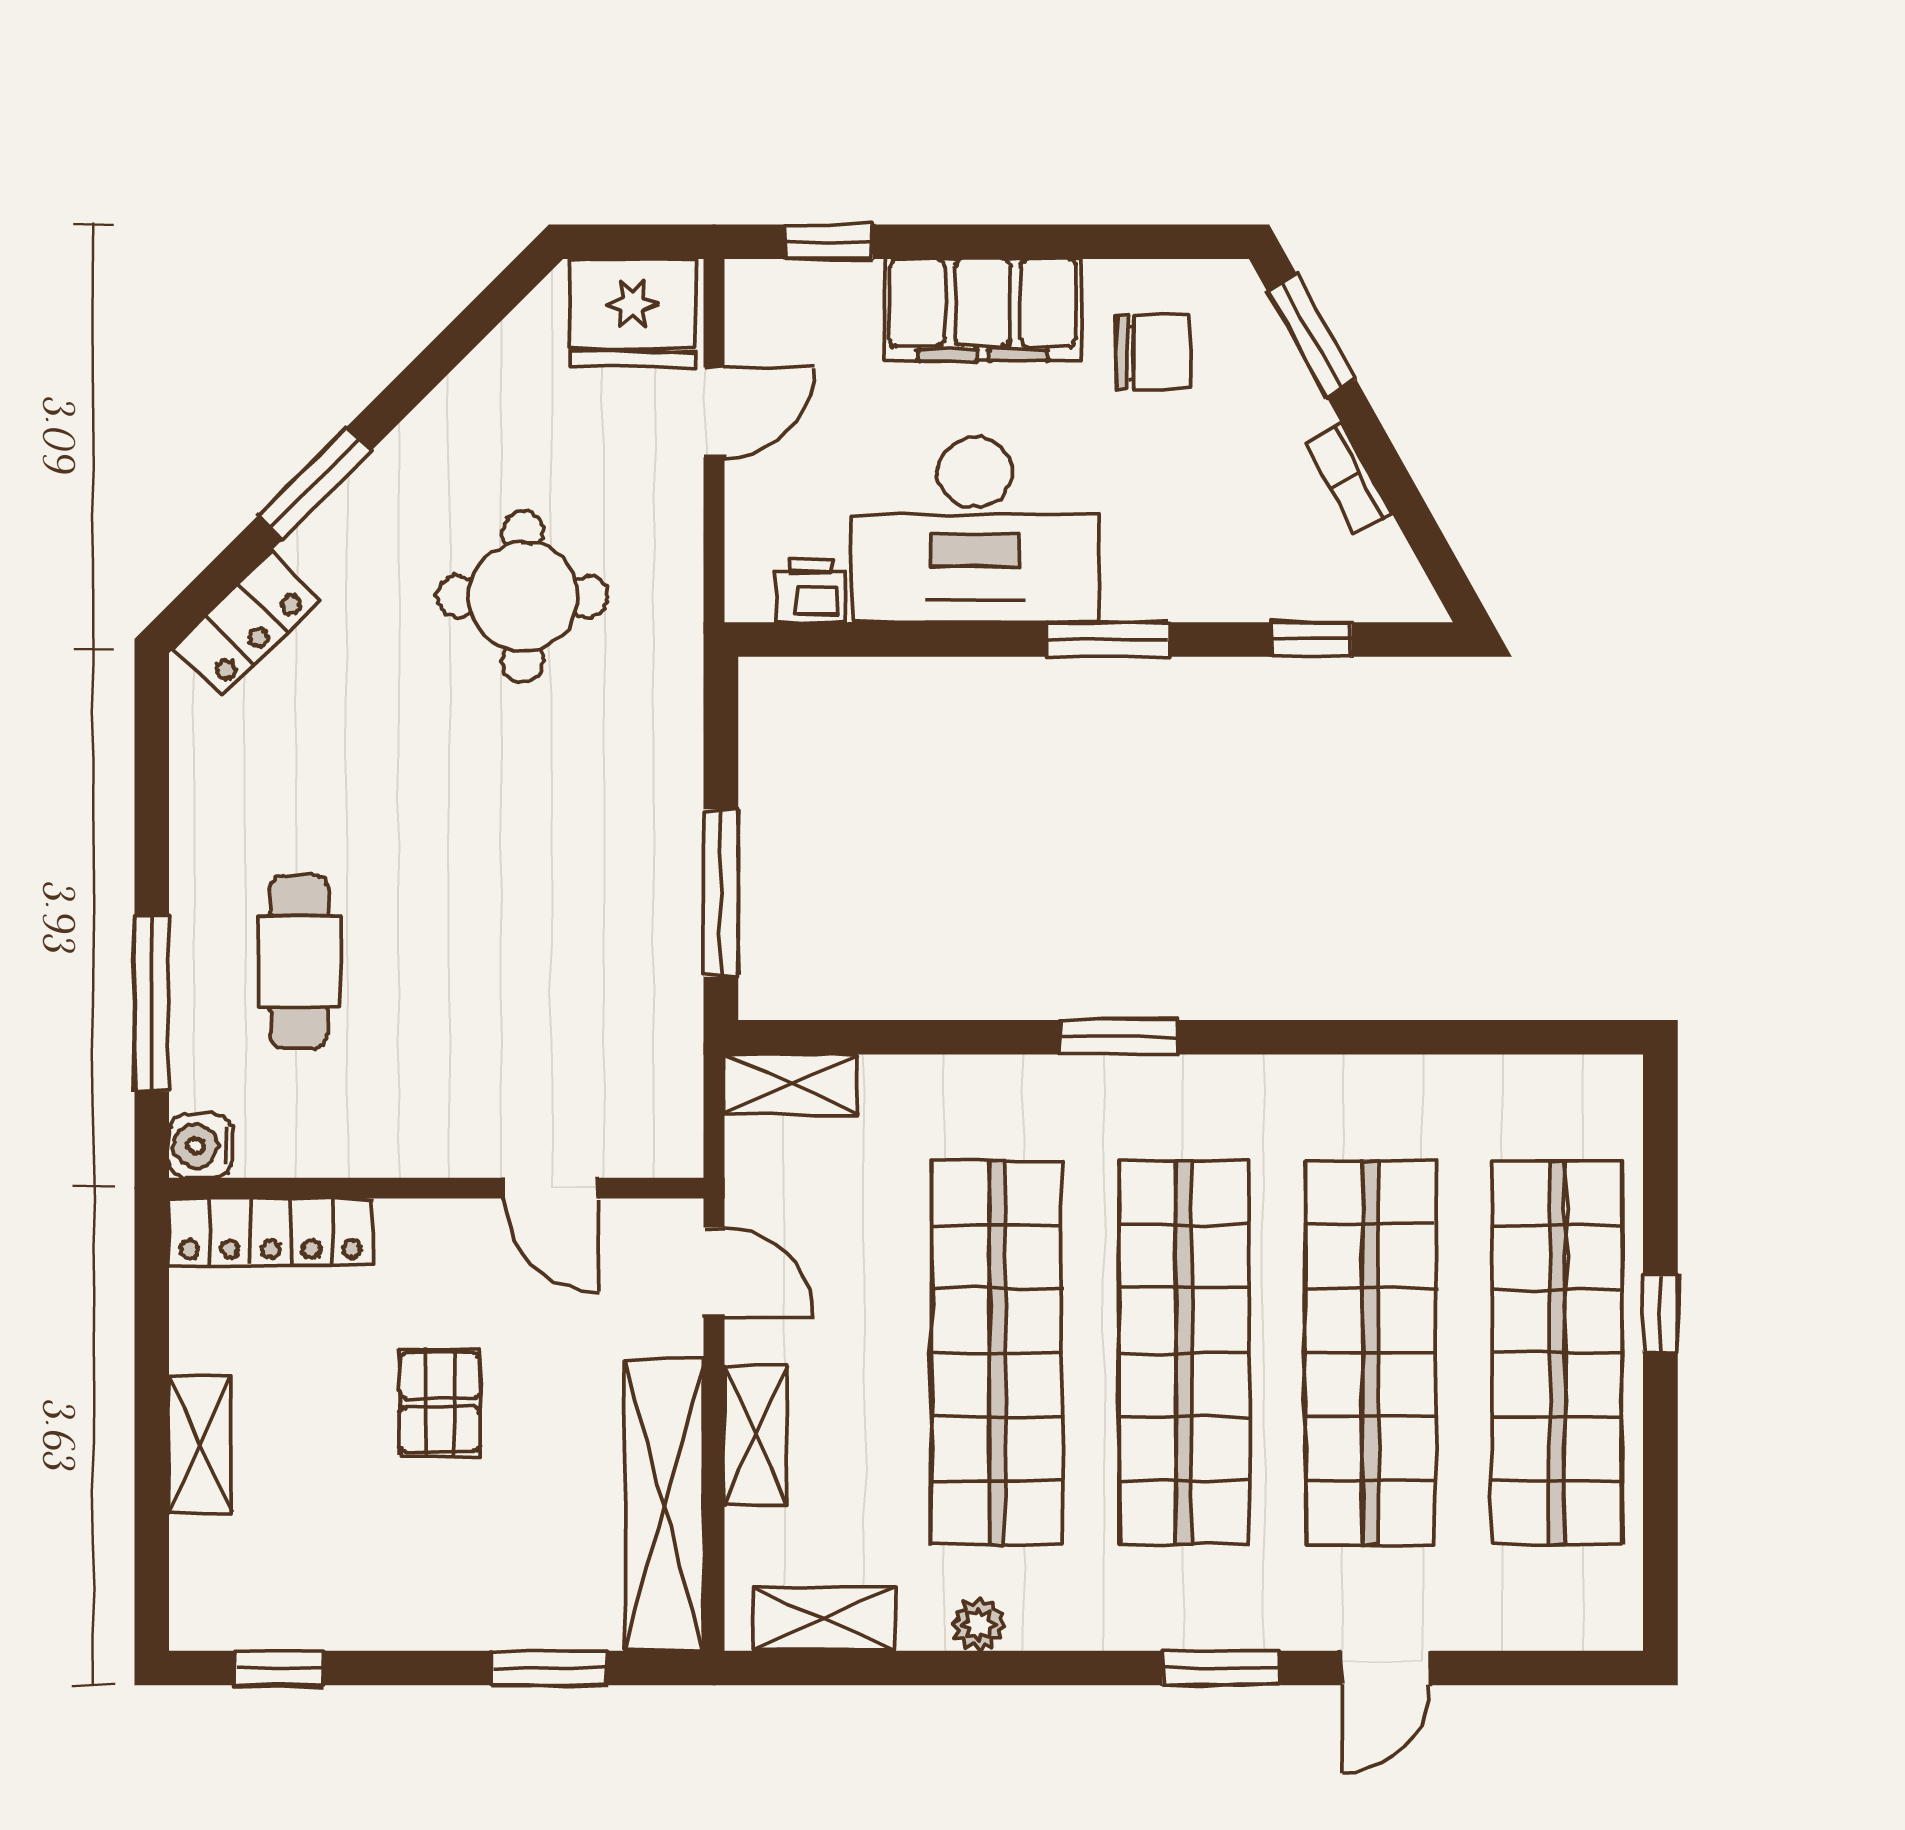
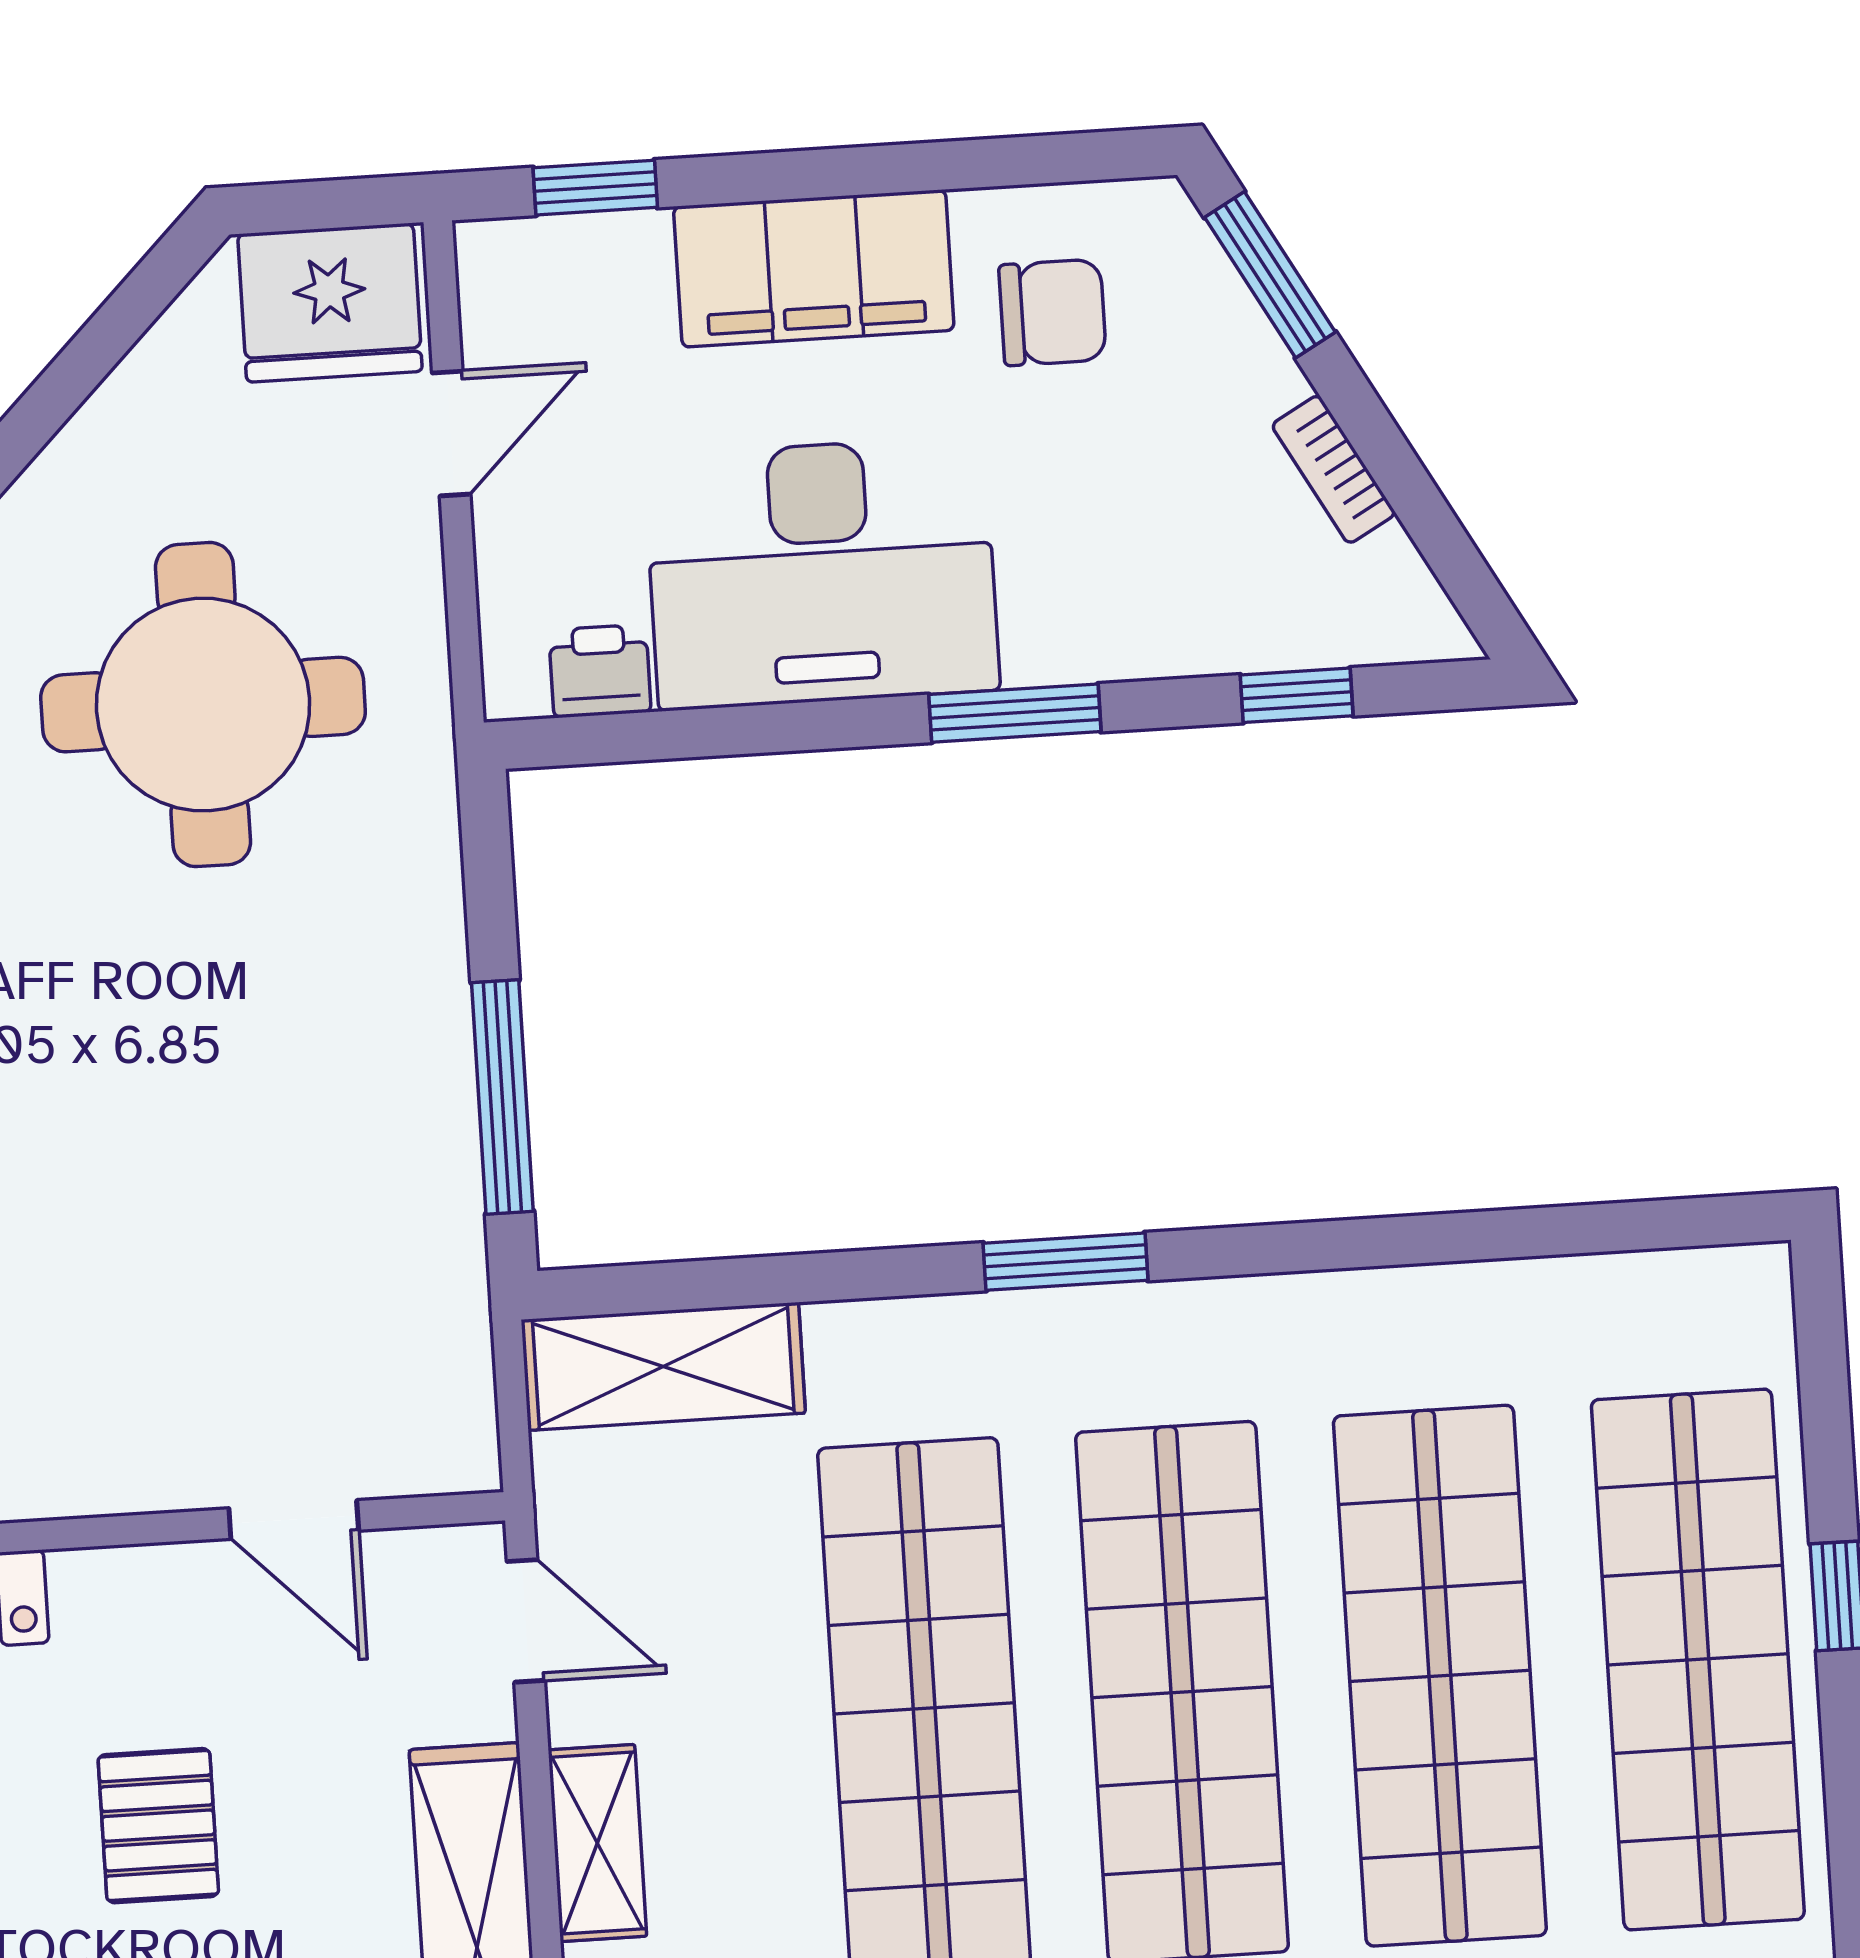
round table: (523, 597) -> (203, 705), width x1.36, depth x1.36
shelving: (791, 1084) -> (663, 1366), width x1.50, depth x1.33

